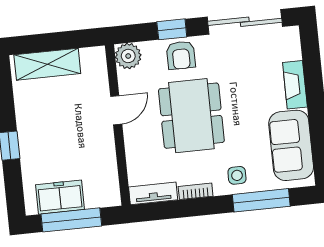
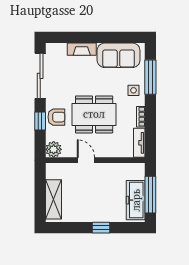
freezer: (60, 197) -> (136, 200), width x1.40

